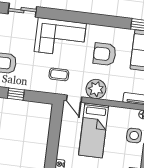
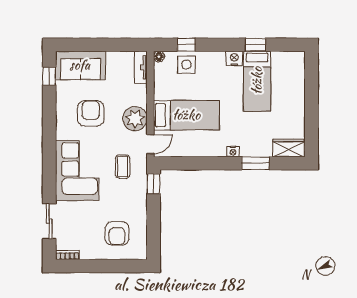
armchair: (105, 54) -> (91, 113), turned 180
window: (16, 94) -> (154, 184), moved

